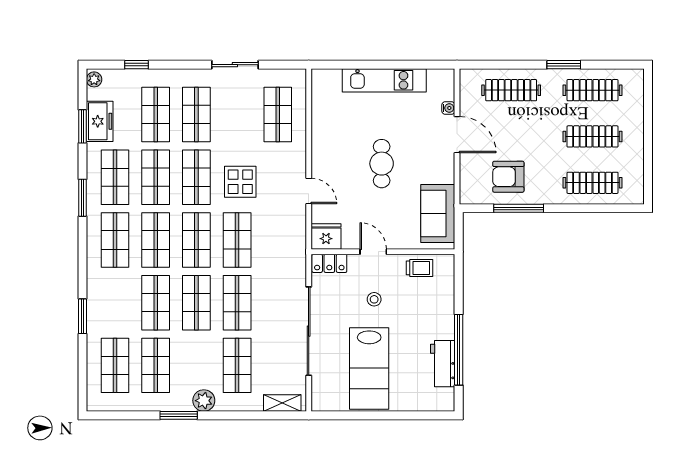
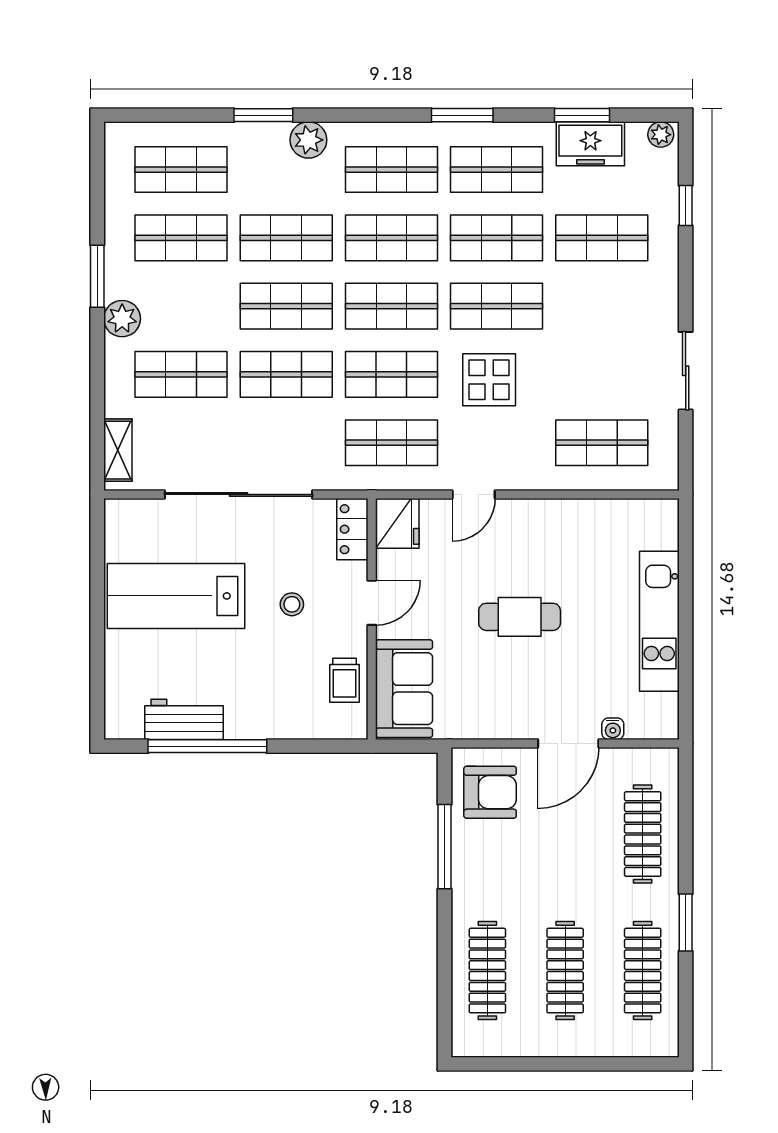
shop shelf: (196, 115) -> (391, 443), moved
armchair: (508, 177) -> (490, 792), moved, turned 90
sofa: (438, 214) -> (404, 689), moved, turned 90
plant: (97, 289) -> (308, 140), added

